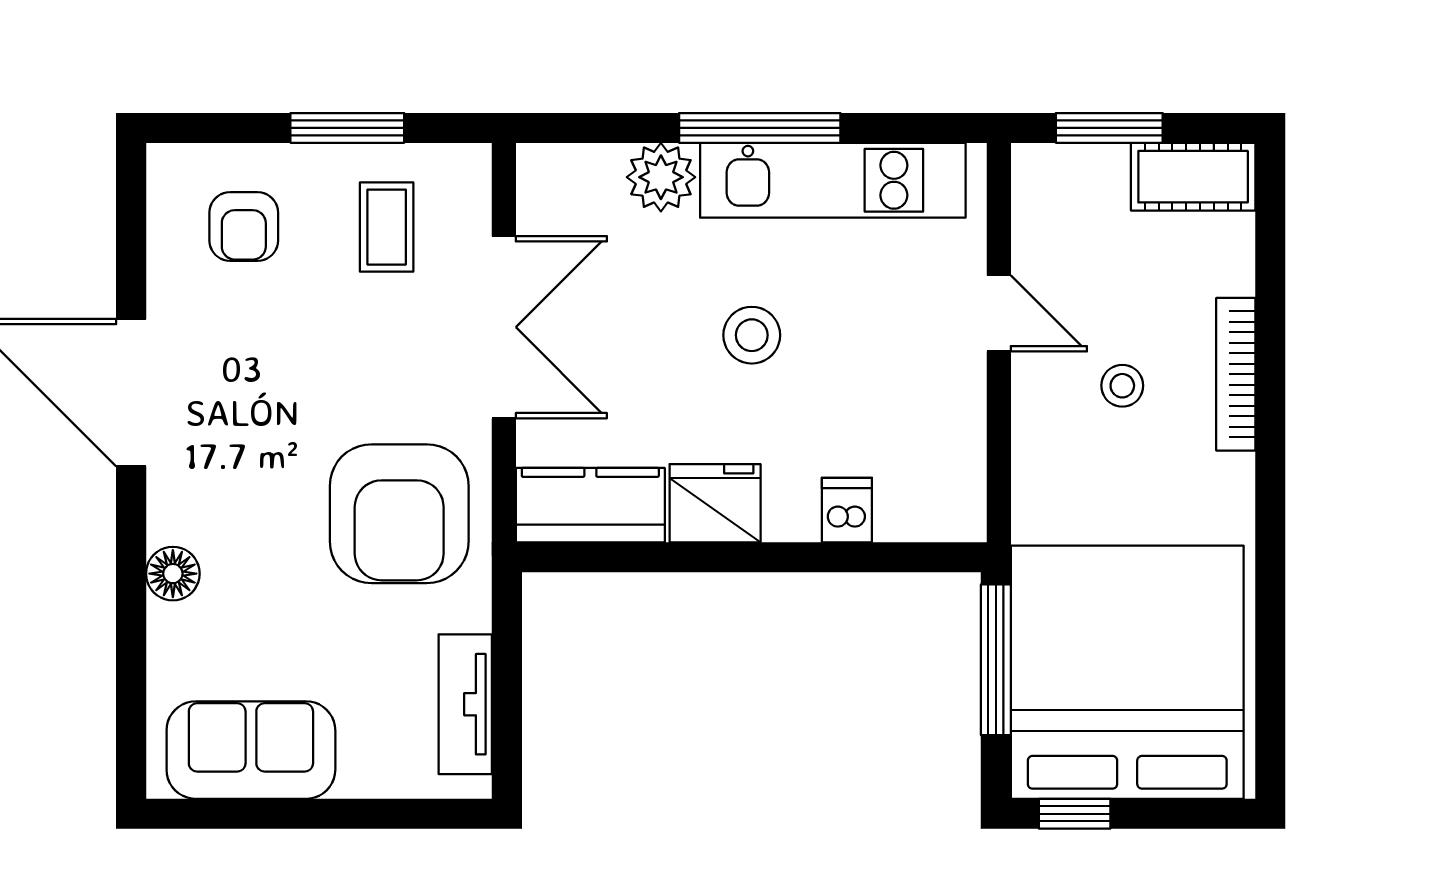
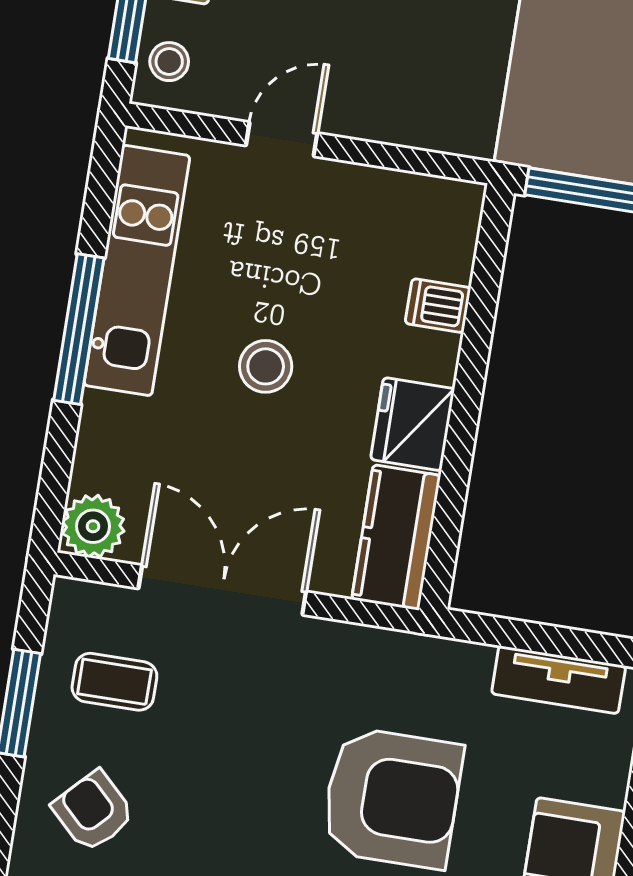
plant: (661, 177) -> (93, 526), moved
armchair: (244, 227) -> (93, 811), turned -136
stool: (1122, 386) -> (169, 62), moved
armchair: (399, 514) -> (392, 798), moved

